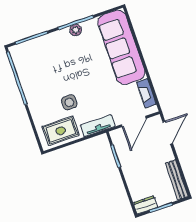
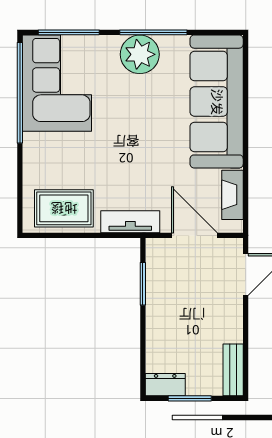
plant: (76, 30) -> (140, 54), width x1.87, depth x1.87
corner sofa: (34, 66) -> (57, 83), added
side table: (69, 102) -> (95, 165), removed
door: (134, 121) -> (194, 235), swing flipped
bench: (177, 180) -> (233, 370), width x0.73

